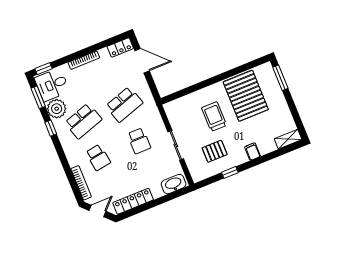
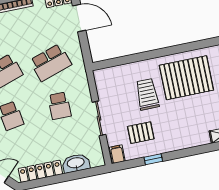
pallet: (246, 96) -> (186, 78), turned 90
filing cabinet: (253, 152) -> (117, 154), moved
washbasin: (174, 184) -> (76, 163), moved

